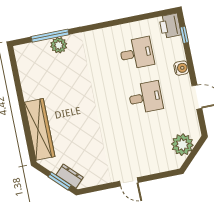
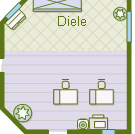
printer: (170, 26) -> (98, 122), moved
plant: (59, 45) -> (120, 14), moved

